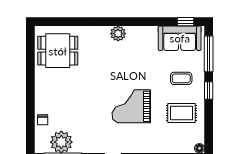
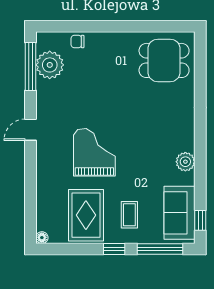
plant: (118, 34) -> (185, 162), moved
dining table: (58, 51) -> (164, 60), turned 90
rug: (182, 113) -> (86, 215), width x1.36, depth x1.43

